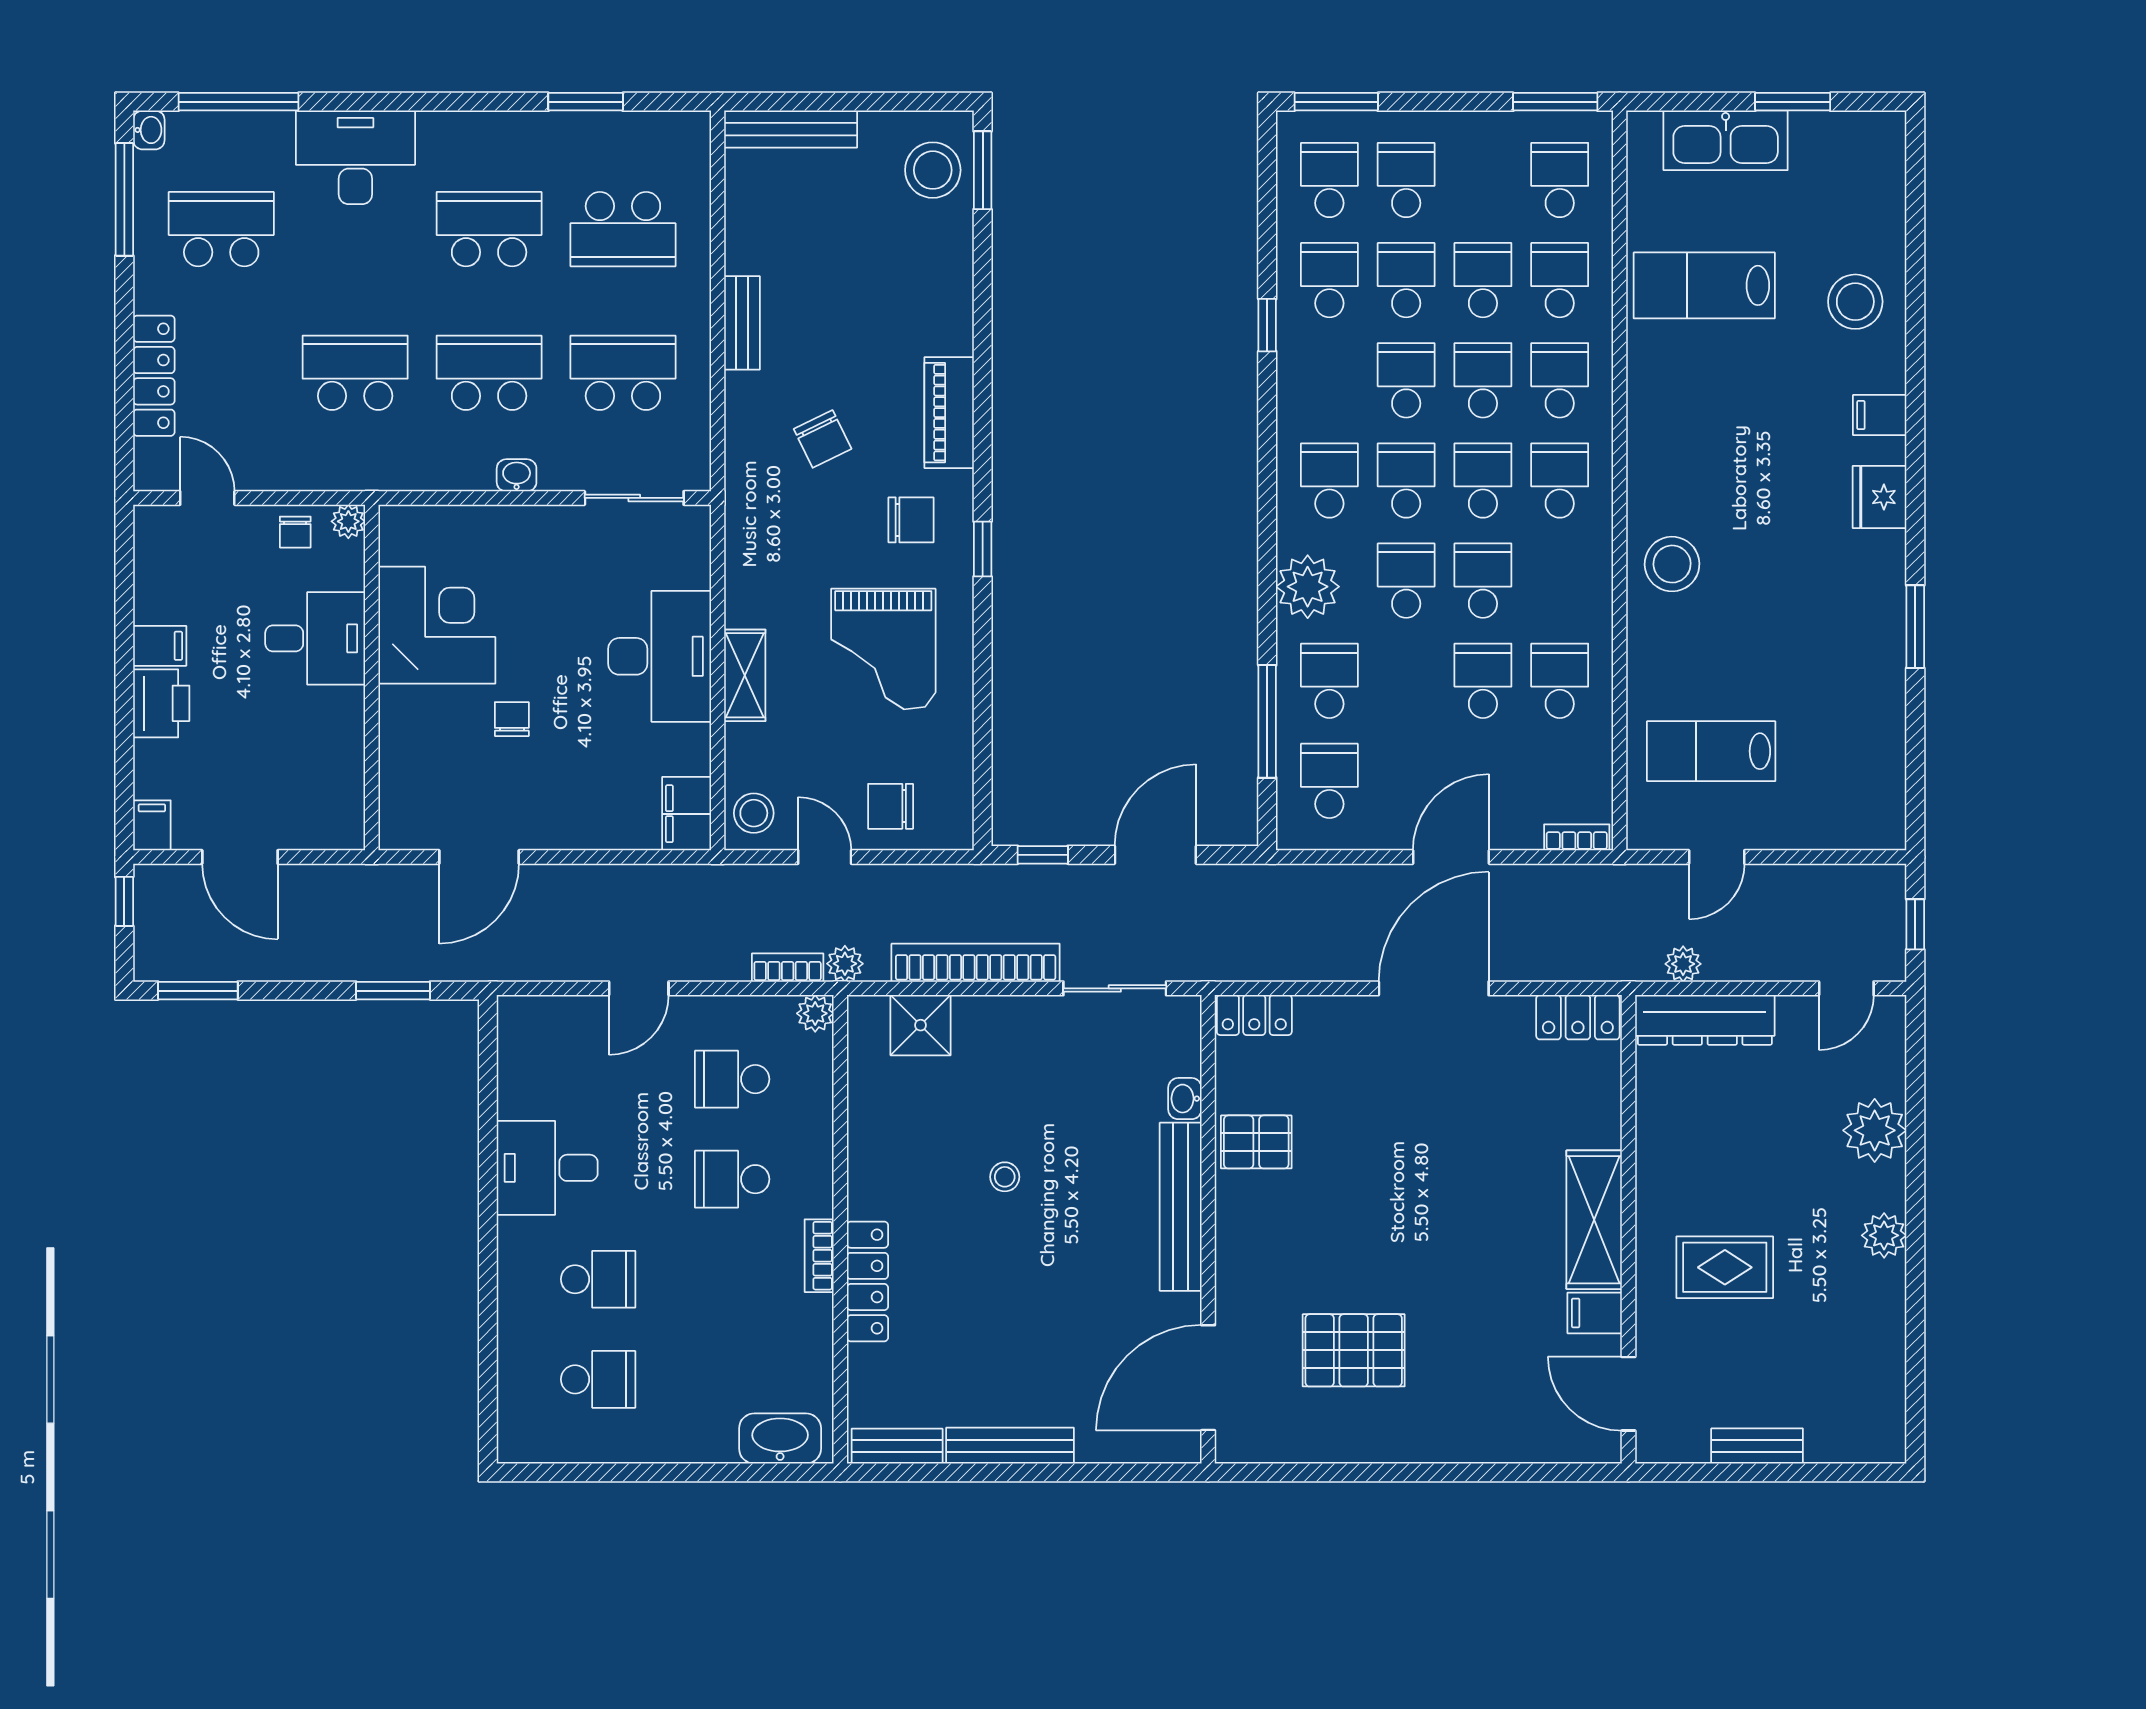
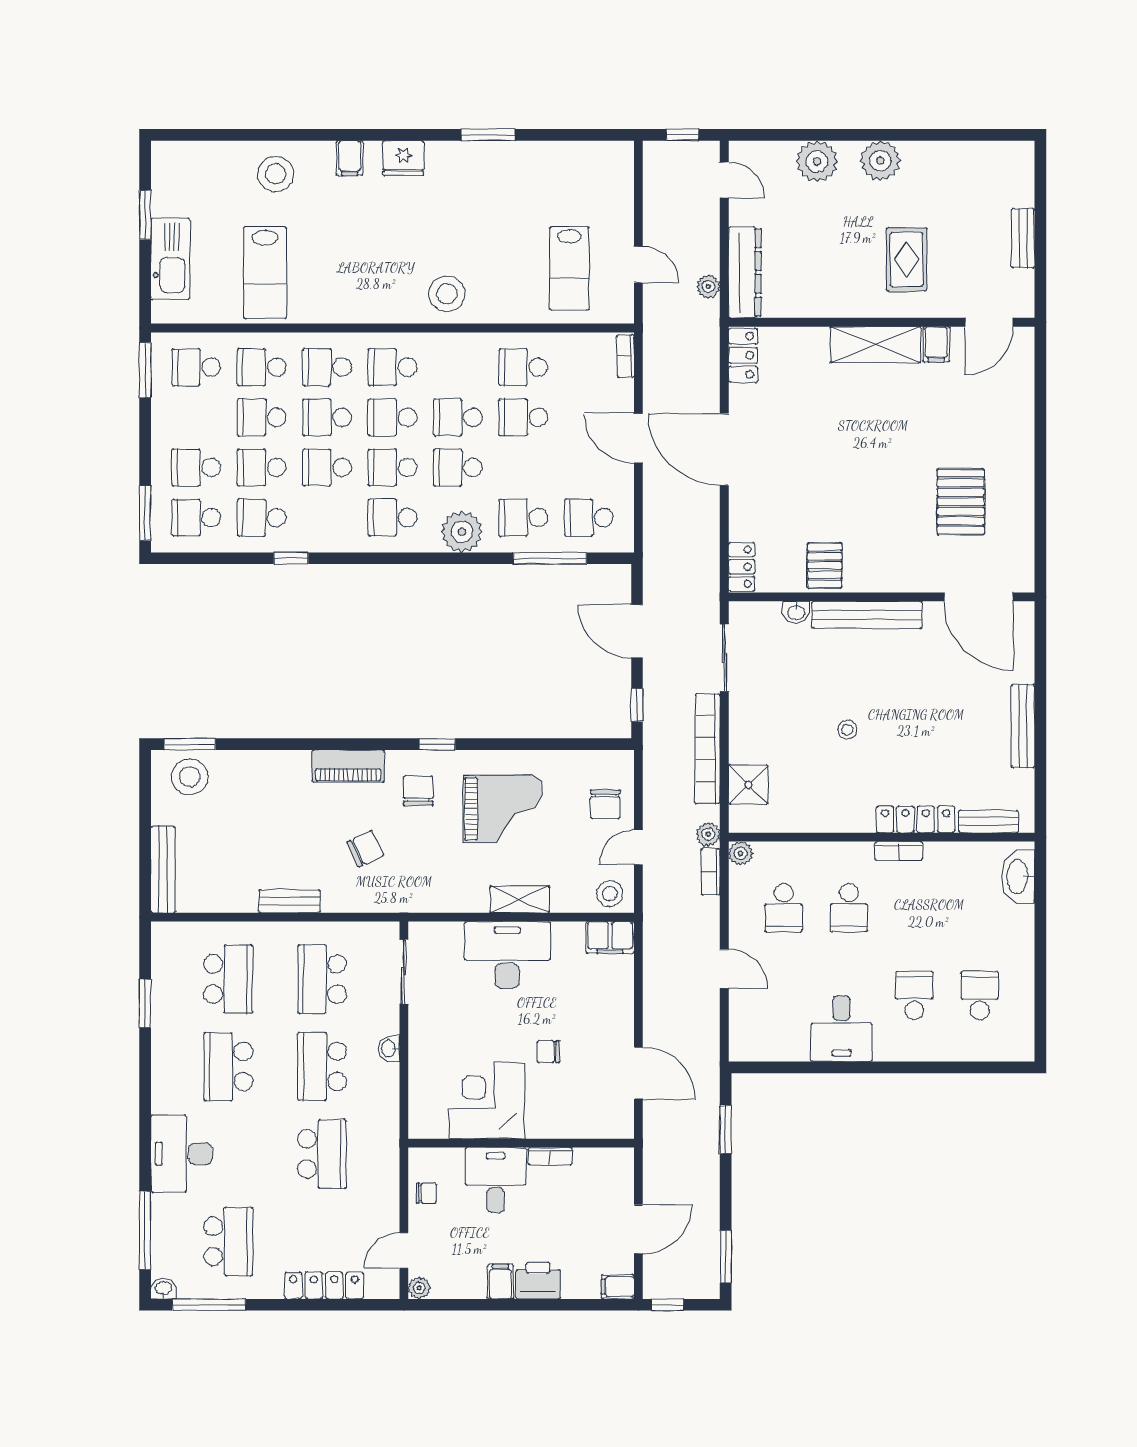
school desk: (221, 229) -> (228, 1241), turned 180
school desk: (355, 373) -> (322, 1154), turned 180
plant: (348, 521) -> (419, 1288), moved
bookcase: (352, 722) -> (550, 1156), added
plant: (1884, 1235) -> (880, 161), width x1.36, depth x1.36
bench: (897, 1446) -> (988, 821), moved, turned 90

